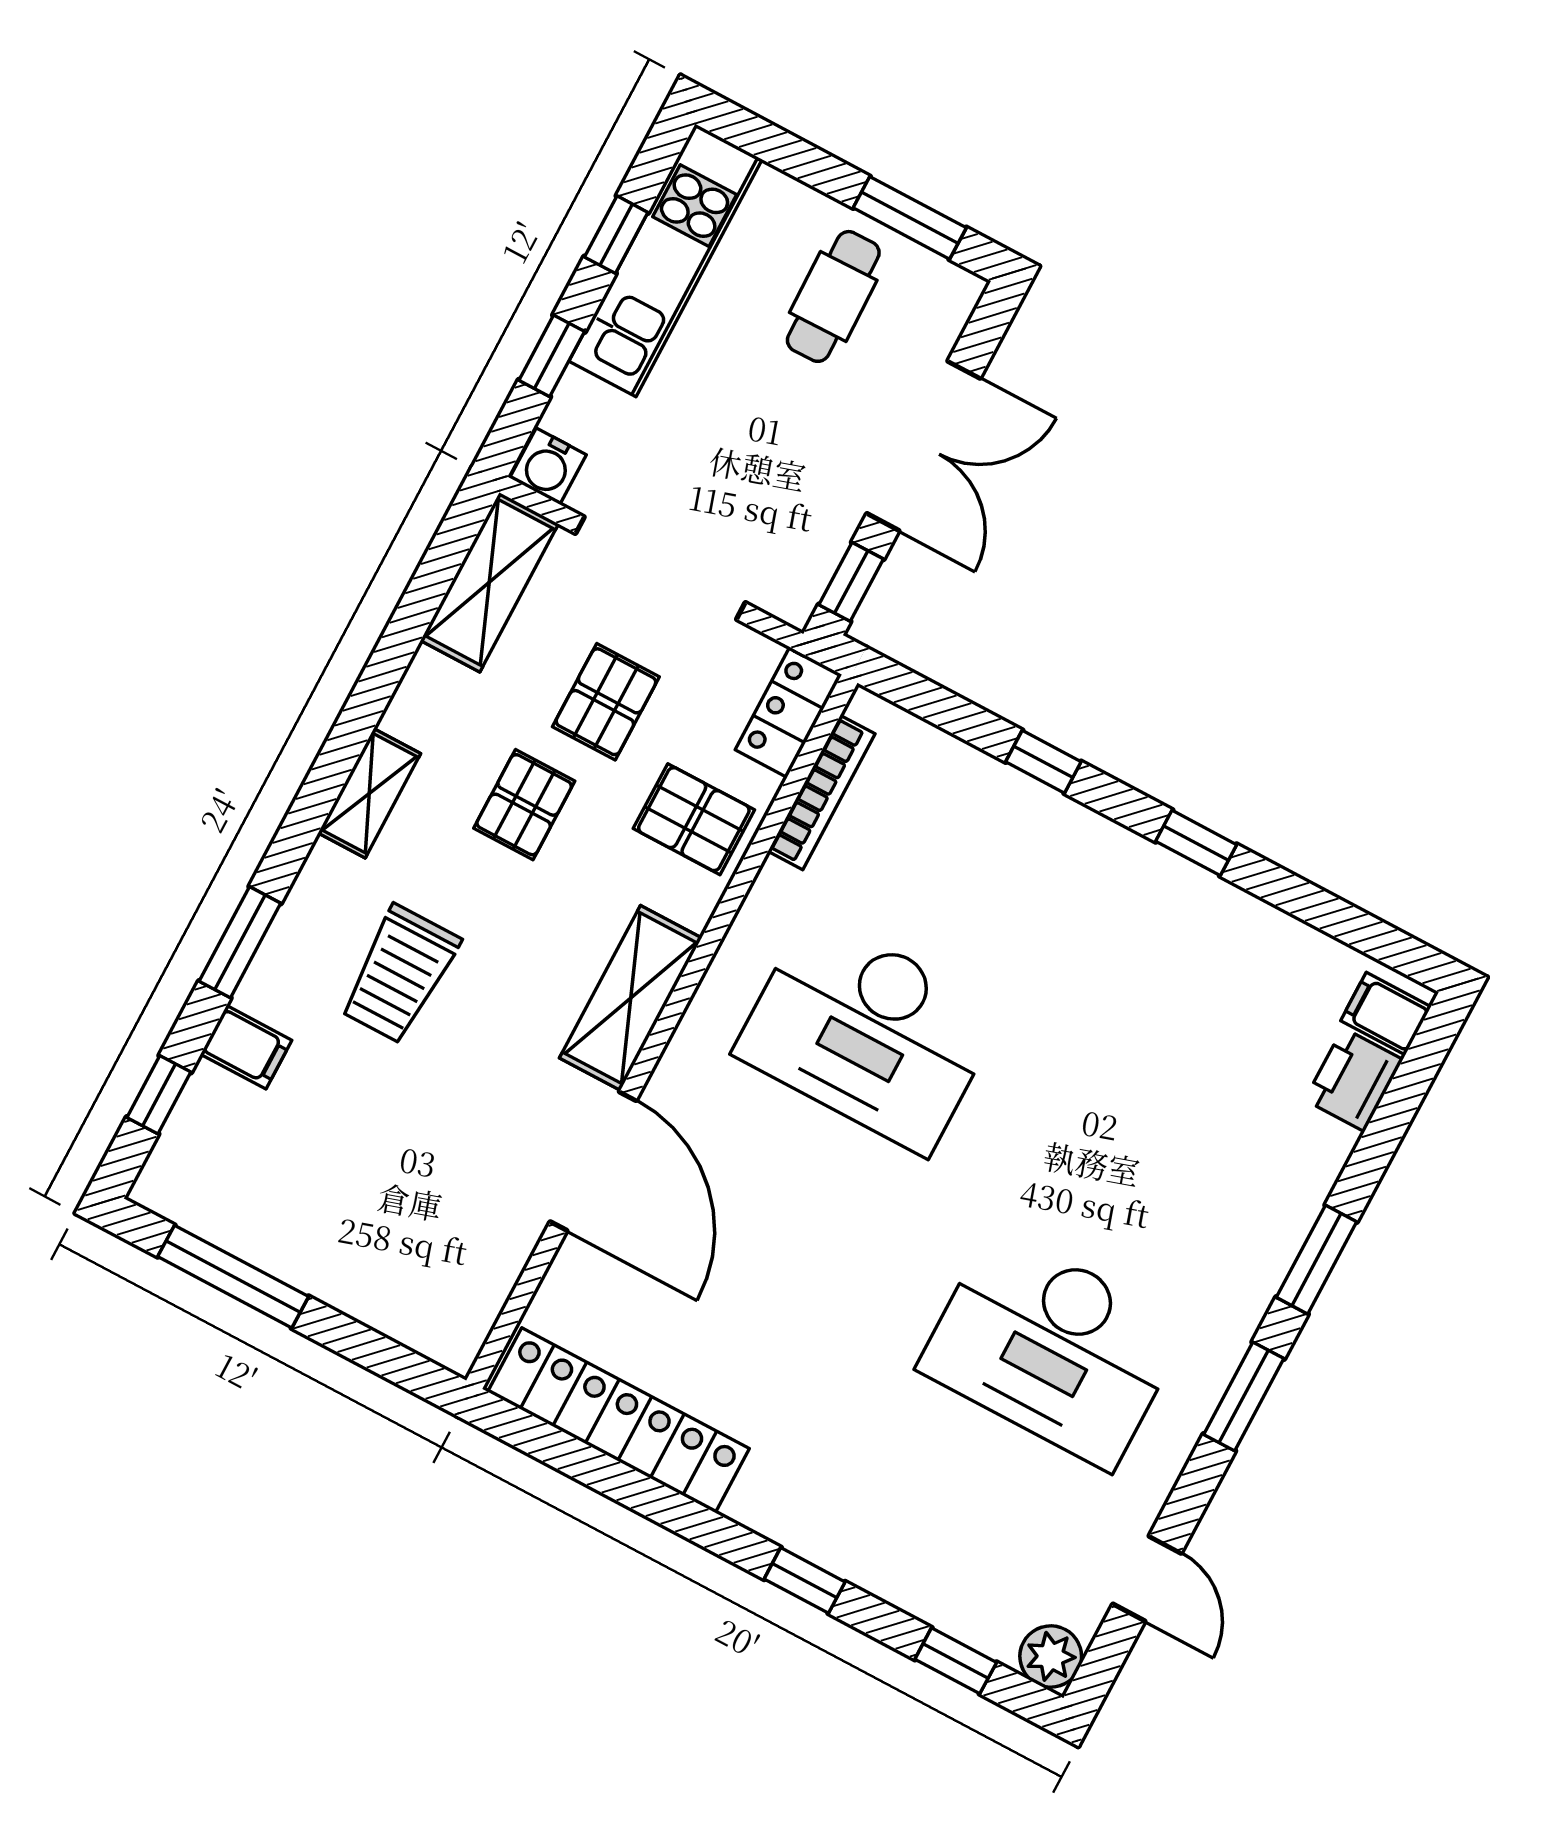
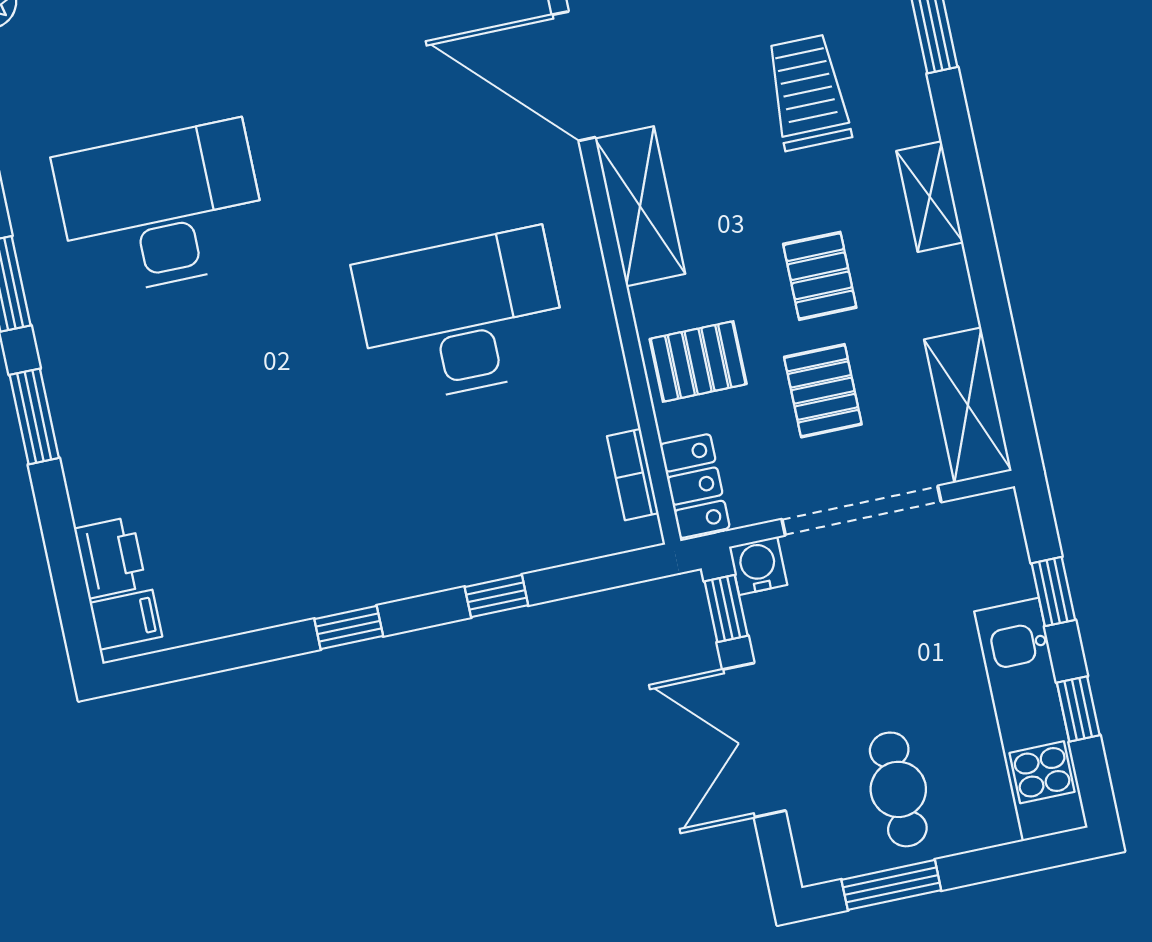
water cooler: (548, 466) -> (758, 566), moved
bookcase: (821, 792) -> (633, 475), width x0.64

